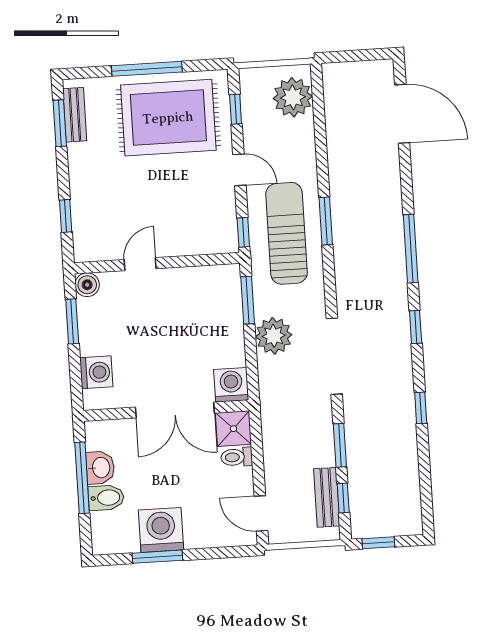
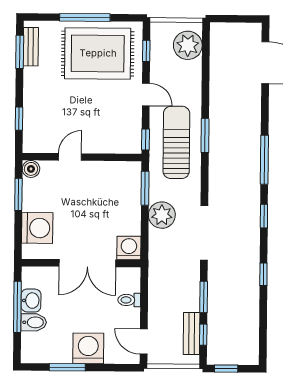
washing machine: (96, 372) -> (37, 228), width x1.37, depth x1.37
shower: (233, 429) -> (128, 279), removed
washing machine: (161, 530) -> (88, 348), moved

